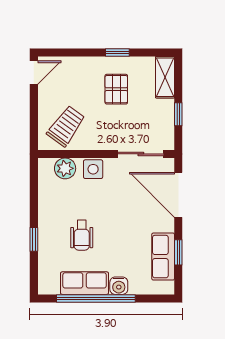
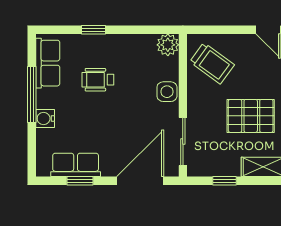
pallet: (116, 89) -> (251, 116), width x1.50, depth x1.42
plant: (65, 168) -> (168, 45), moved
row of seats: (85, 283) -> (48, 63), moved
window: (96, 298) -> (32, 94), width x0.68

